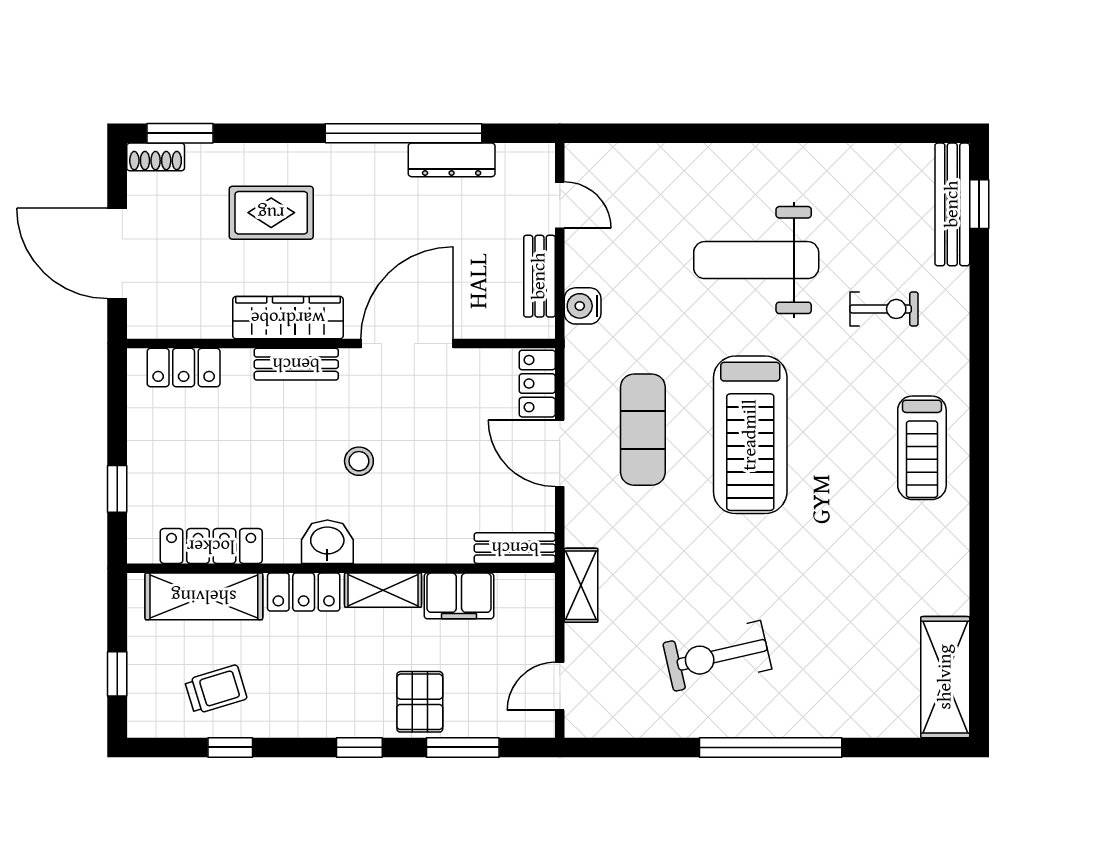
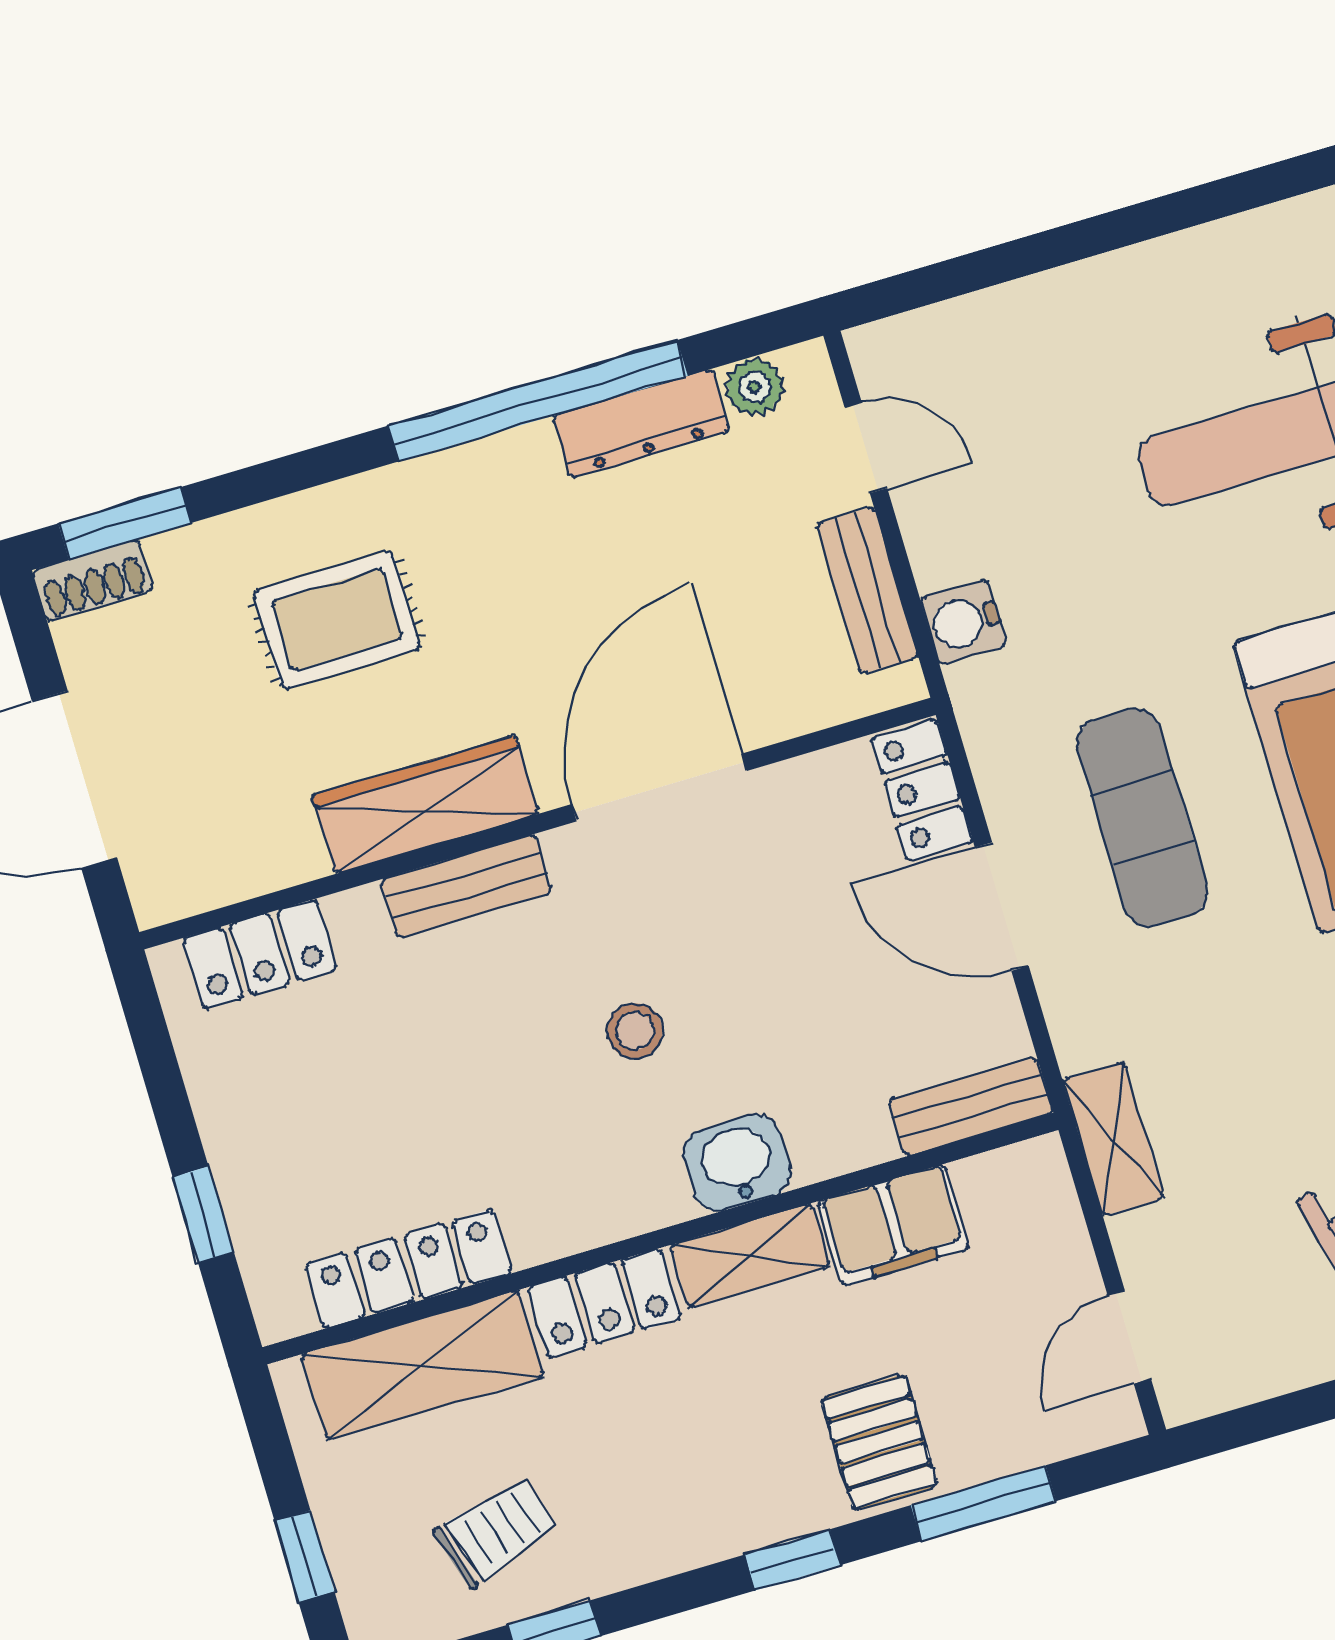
plant: (513, 158) -> (754, 387), added
washbasin: (327, 542) -> (737, 1163), moved

